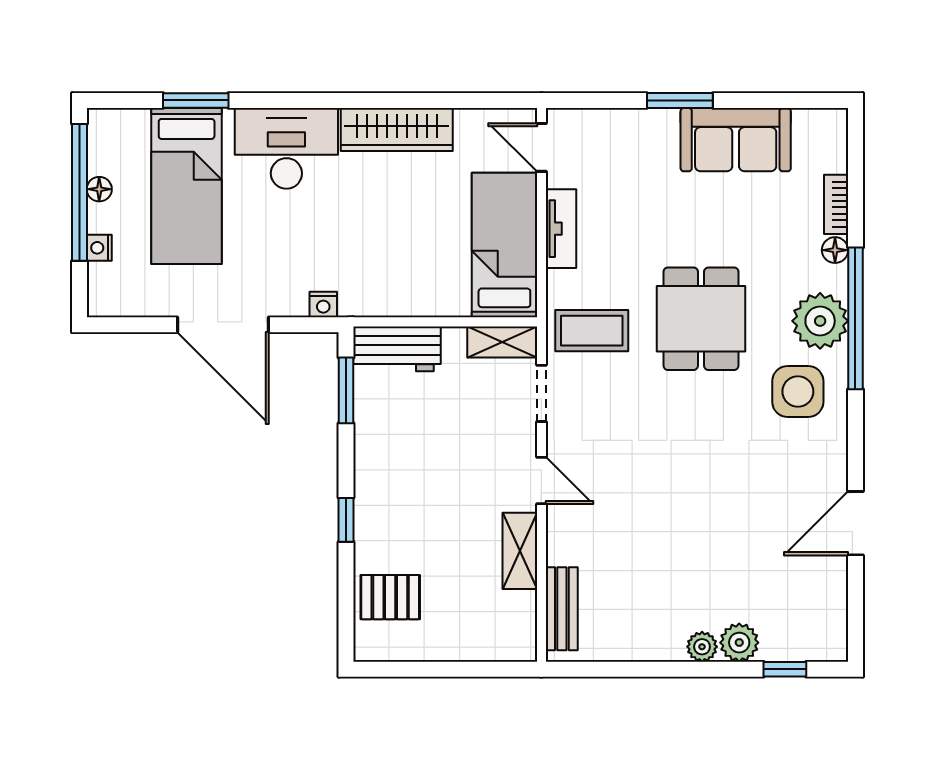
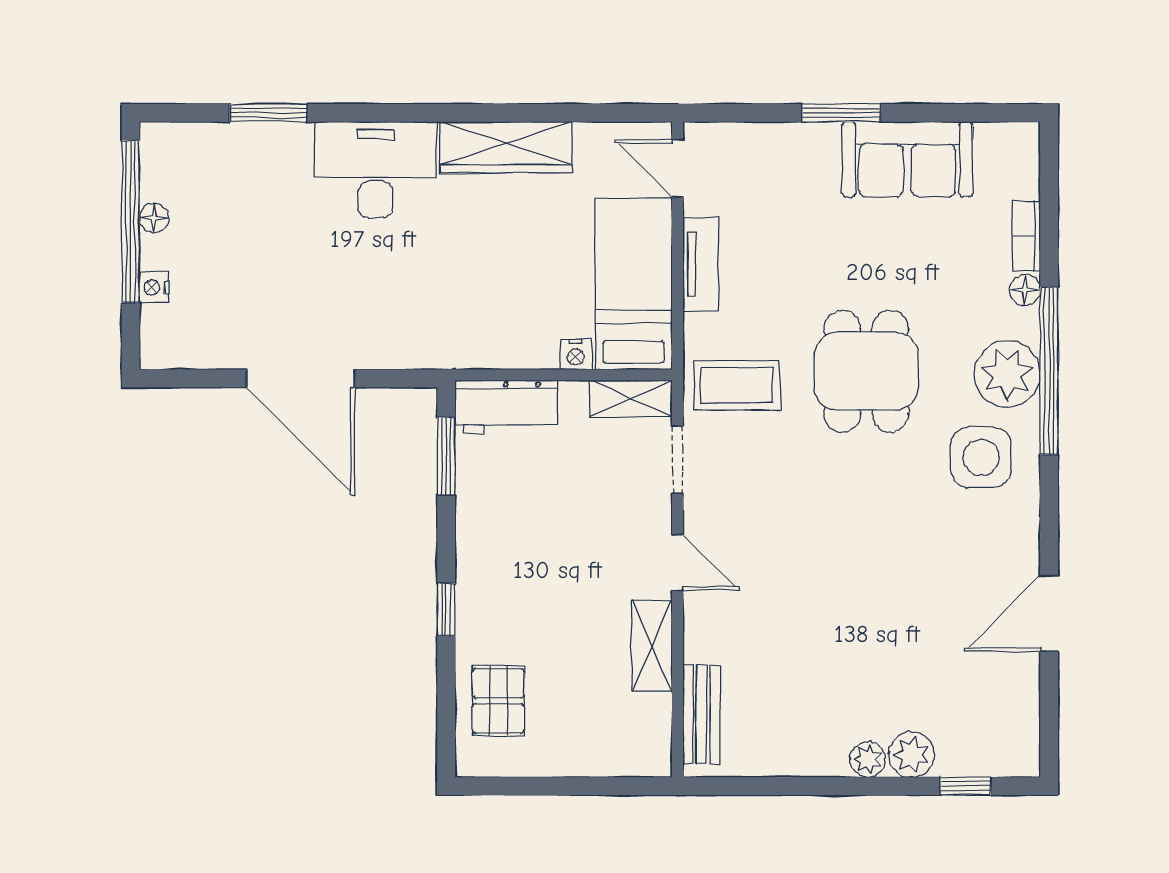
bed: (187, 186) -> (257, 214), removed
nightstand: (323, 305) -> (576, 355), moved
pallet: (390, 597) -> (498, 701), turned 90

